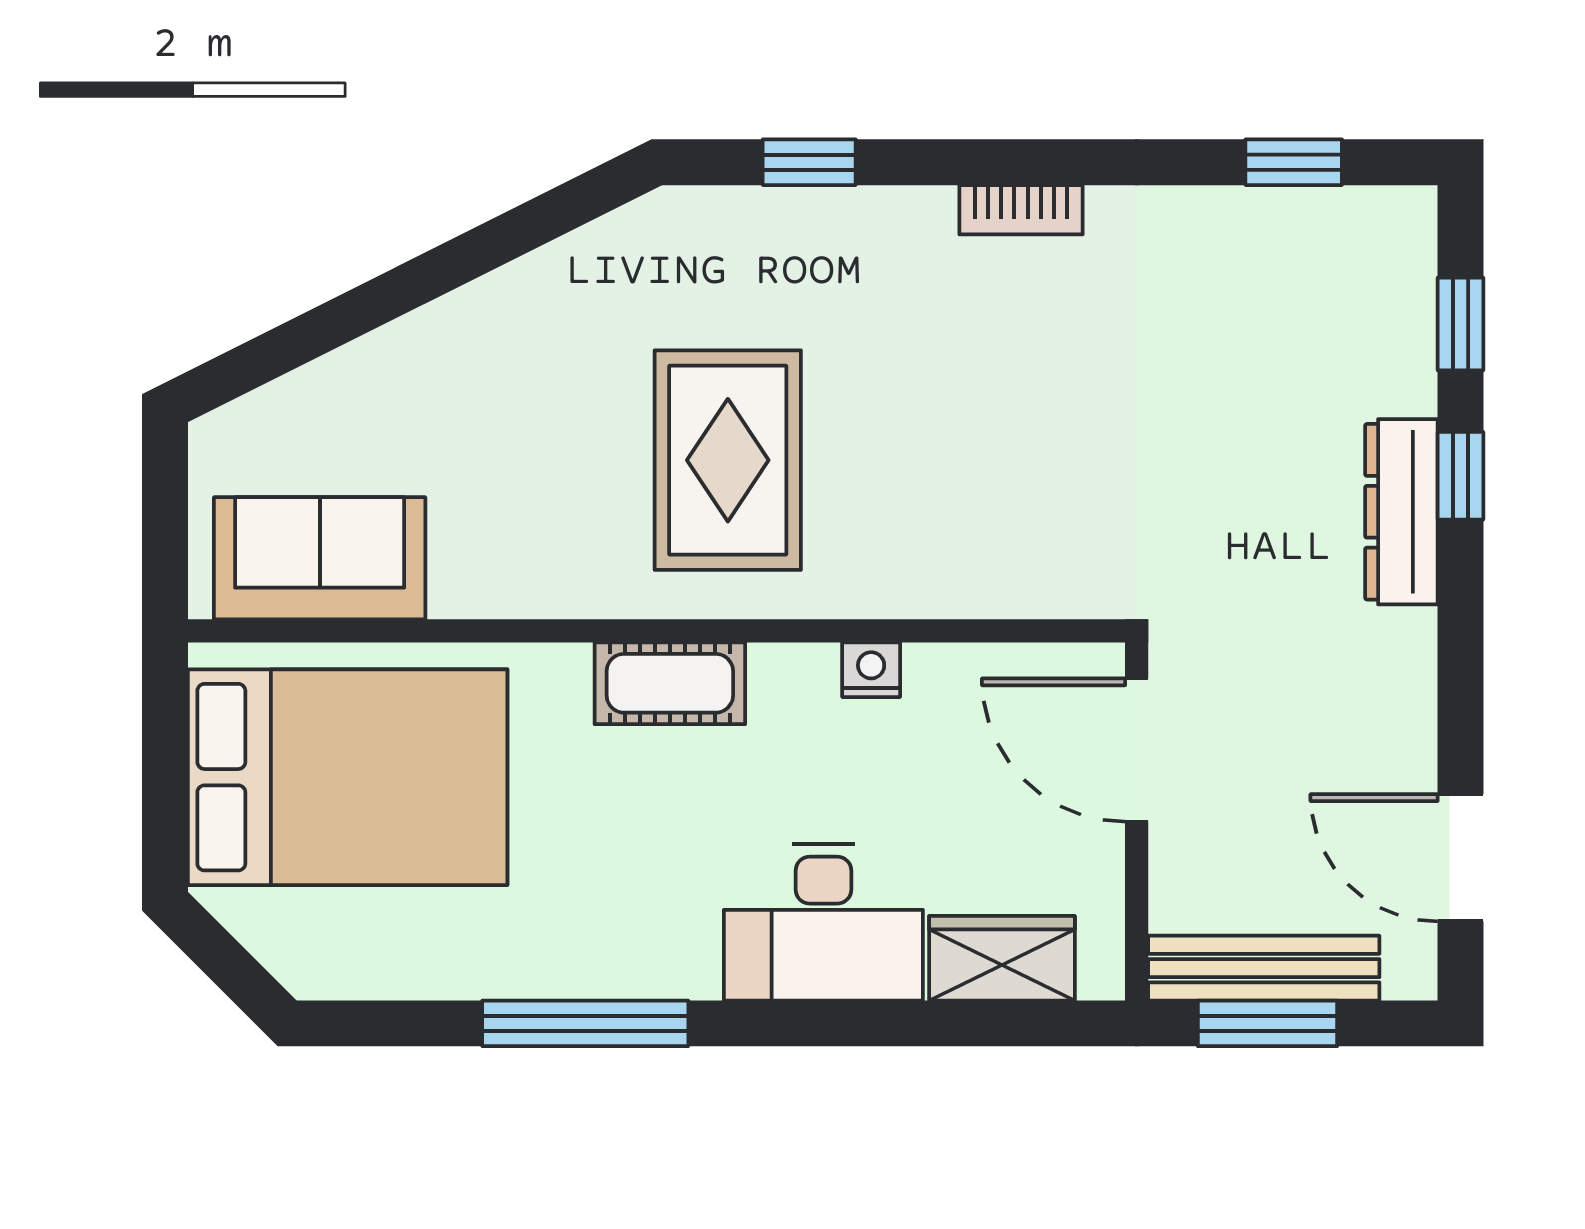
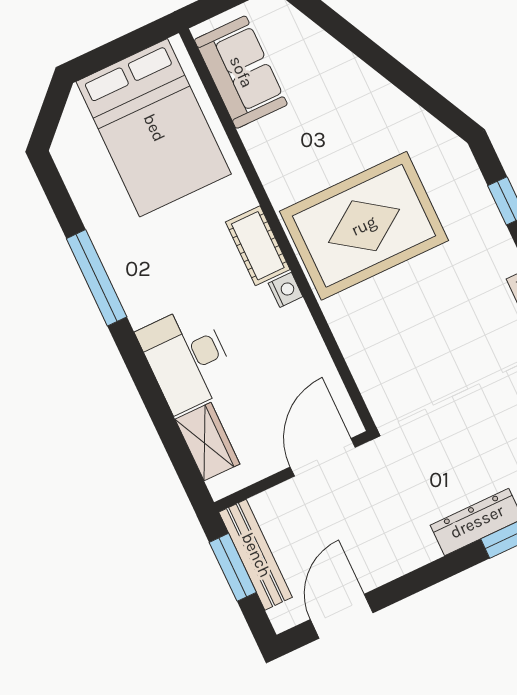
rug: (728, 460) -> (364, 226), width x1.37, depth x1.44
nightstand: (871, 670) -> (286, 290), moved

